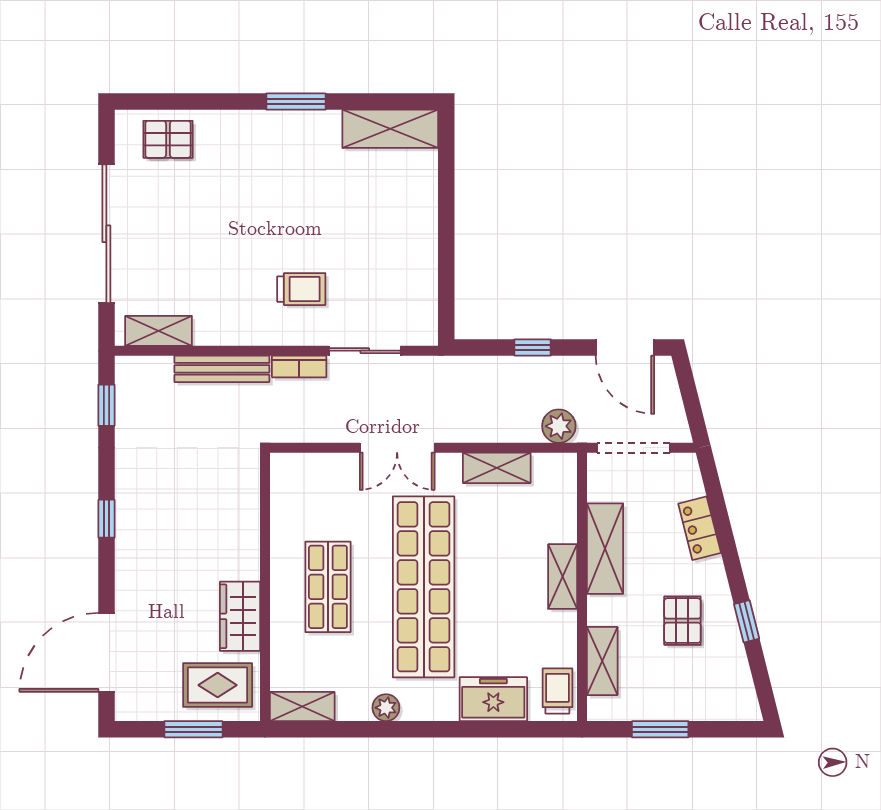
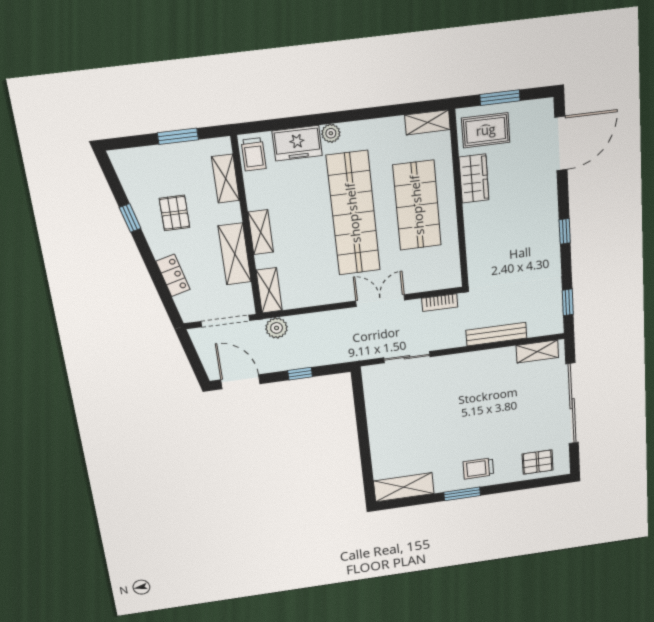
trolley: (301, 289) -> (478, 468), moved
bookcase: (299, 366) -> (440, 303), moved, turned 180
shelving: (497, 468) -> (269, 290), moved, turned 90
shop shelf: (328, 587) -> (417, 205), width x1.43, depth x1.36
plant: (386, 708) -> (331, 133), moved

